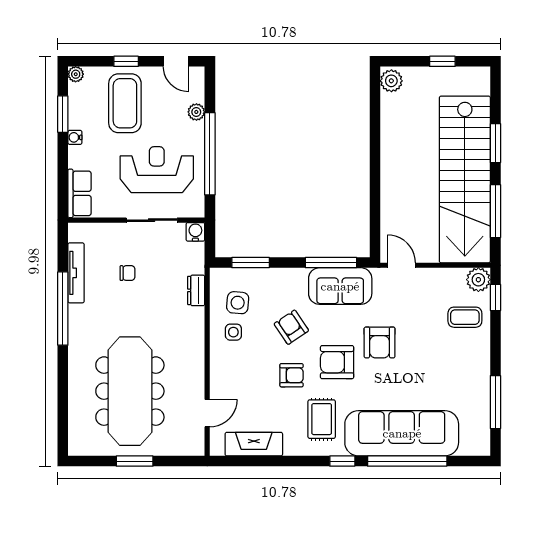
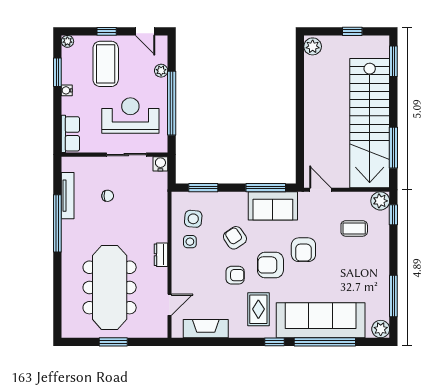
window: (495, 143) -> (393, 61), moved
dresser: (196, 290) -> (161, 255), moved
coffee table: (465, 317) -> (354, 228), moved
plant: (479, 445) -> (381, 329), added

